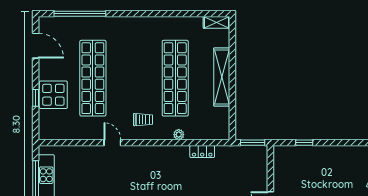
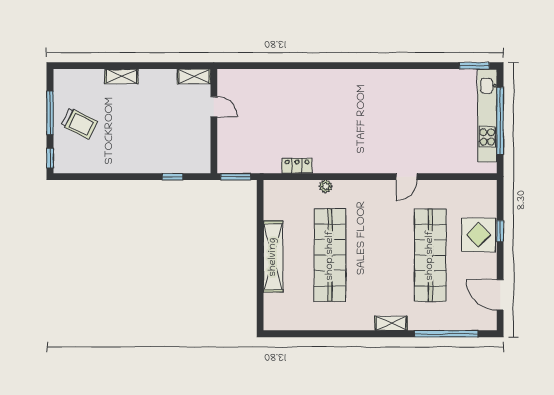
shelving: (217, 22) -> (391, 323), moved
trolley: (143, 120) -> (369, 205), removed
door: (112, 143) -> (407, 177), hinge flipped

